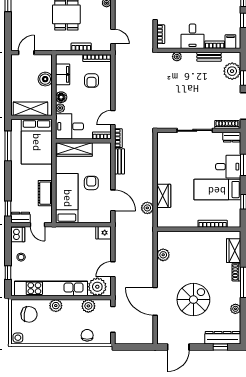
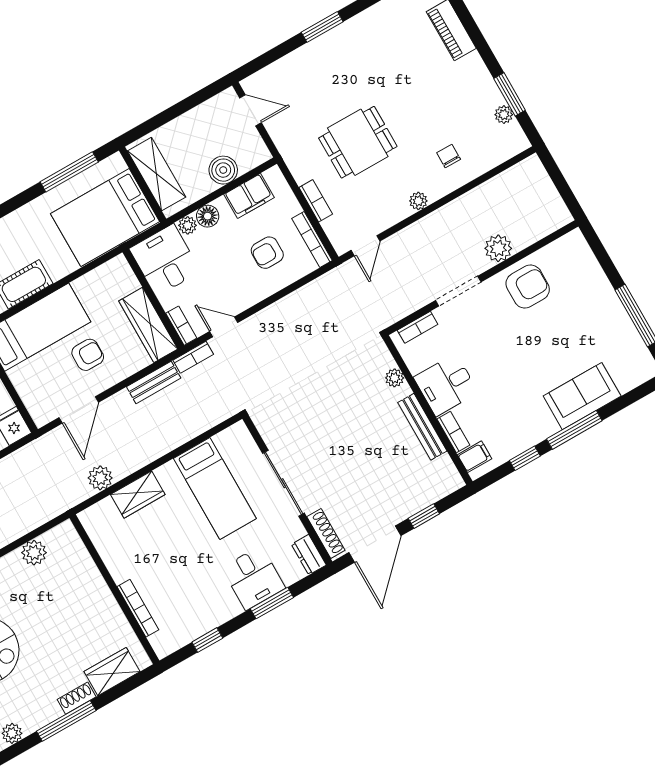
bench: (209, 57) -> (422, 427), width x1.36
plant: (232, 71) -> (425, 489), removed
wardrobe: (74, 150) -> (148, 325), moved
bed: (217, 190) -> (215, 489), moved, turned 180

